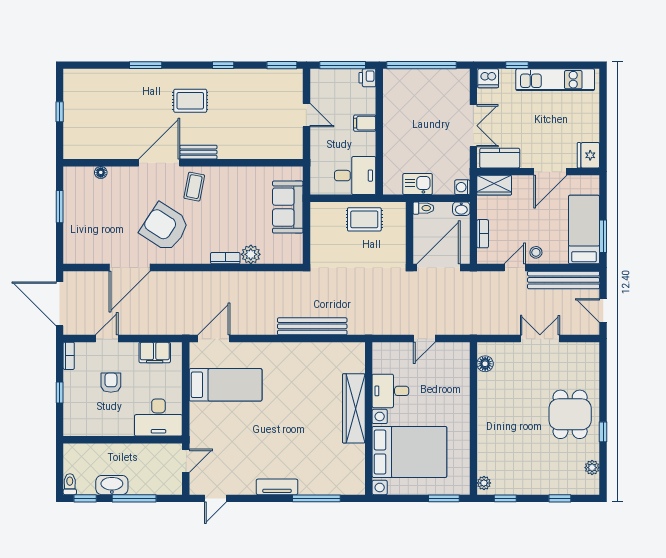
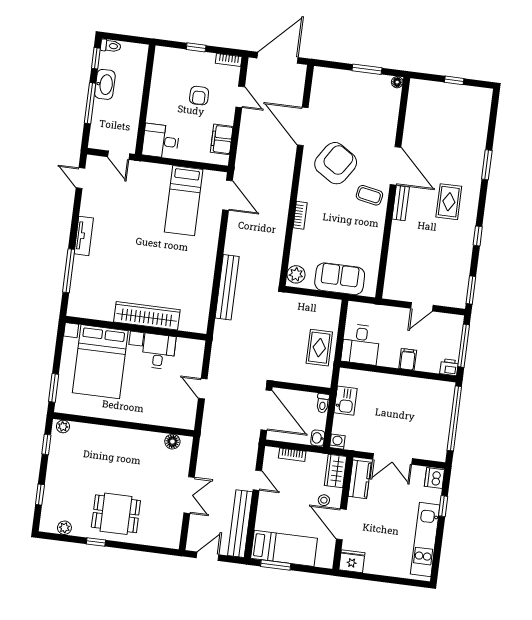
floor lamp: (101, 172) -> (397, 82), moved
stool: (536, 252) -> (324, 500), moved
plant: (251, 254) -> (296, 274), moved
armchair: (111, 383) -> (199, 96), turned 90
desk: (158, 417) -> (161, 141), width x0.73

